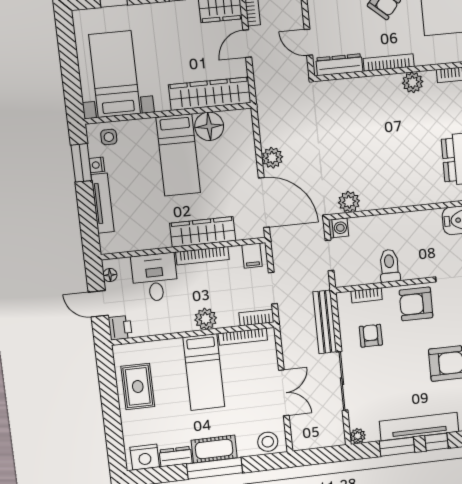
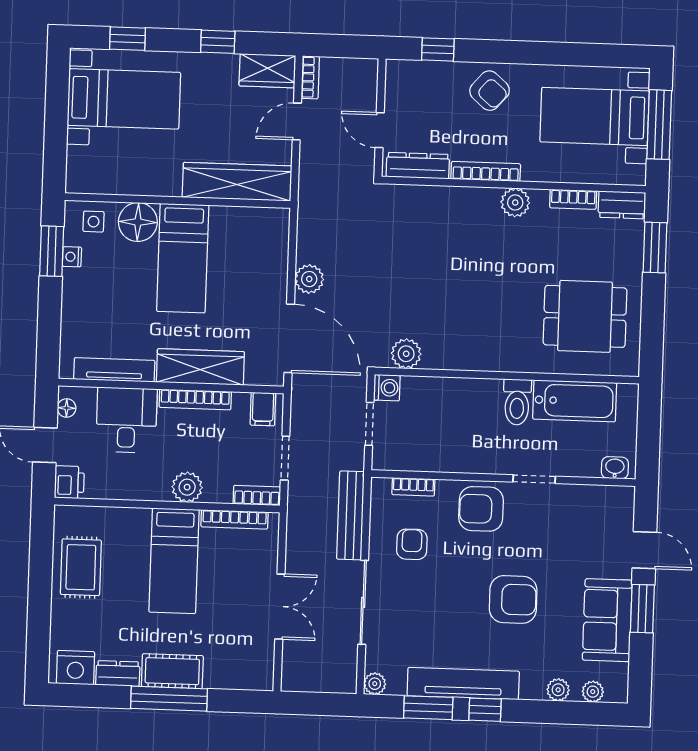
bed with nightstands: (115, 74) -> (124, 99), moved, turned 90
floor lamp: (209, 126) -> (138, 222), moved
tv unit: (103, 203) -> (114, 370), moved, turned -90
toilet: (389, 266) -> (517, 402), moved, turned 180
stool: (268, 442) -> (248, 672), removed

